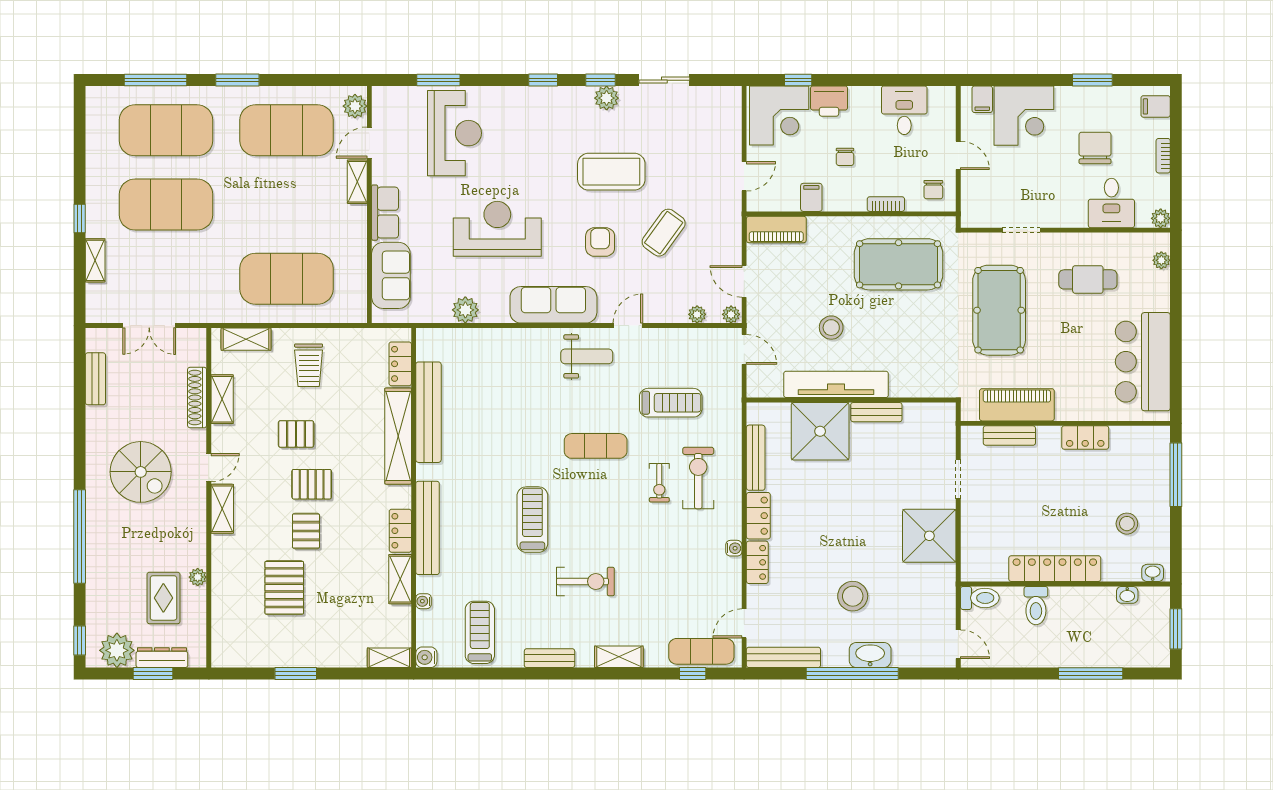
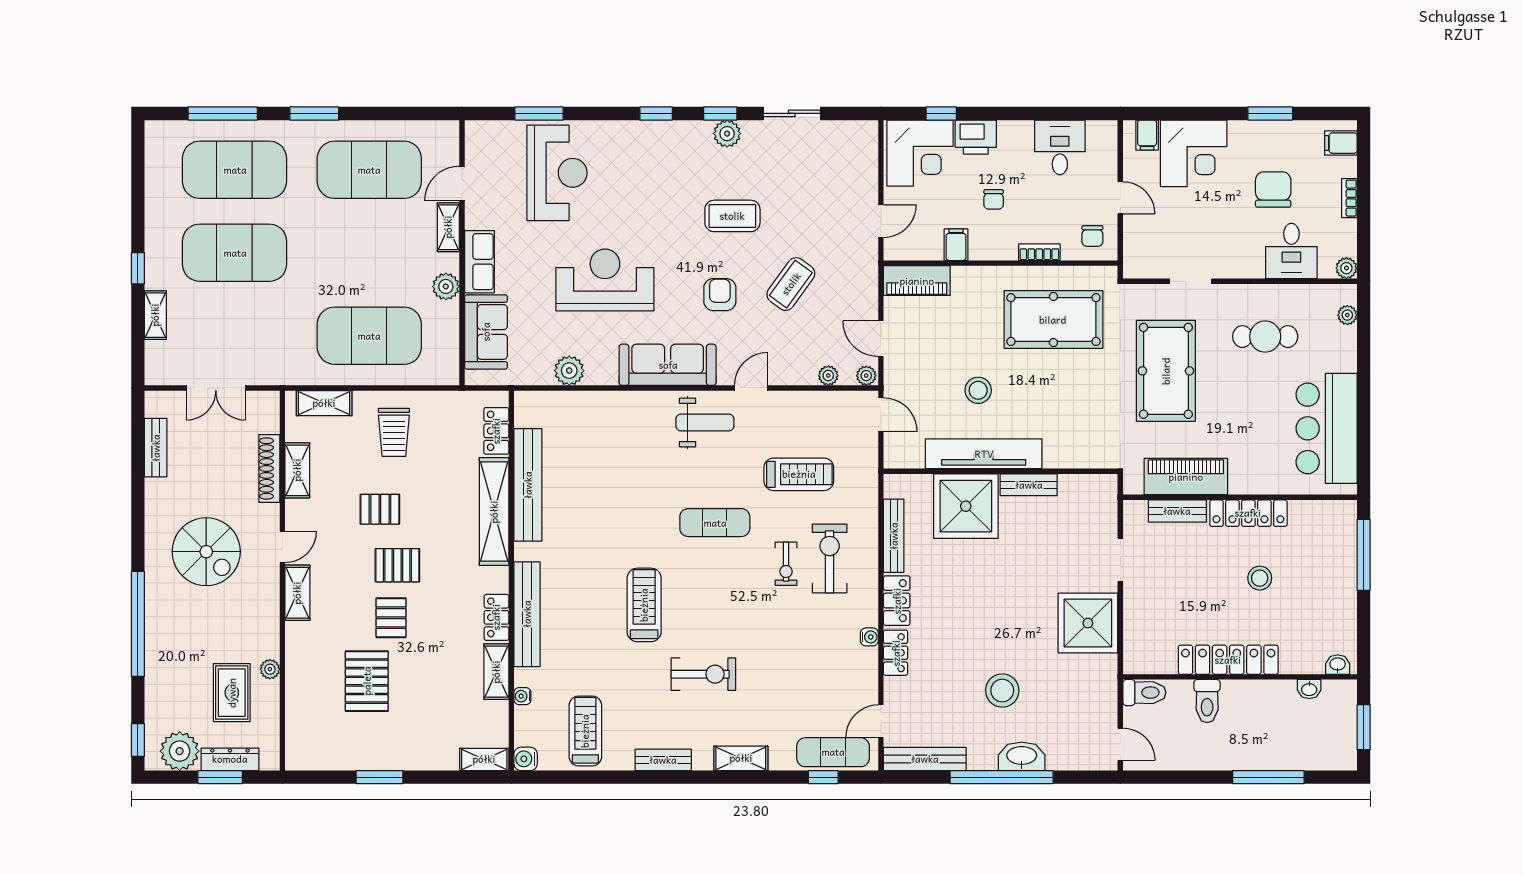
plant: (355, 106) -> (446, 286), moved
coffee table: (611, 172) -> (732, 216), width x0.73, depth x0.76
locker: (1085, 437) -> (1248, 513), width x1.53
stool: (1127, 524) -> (1260, 578), moved

